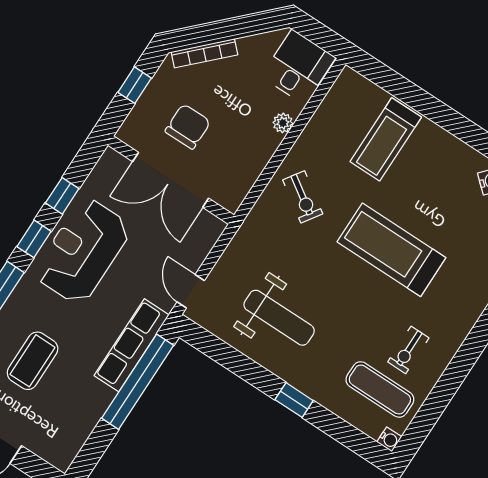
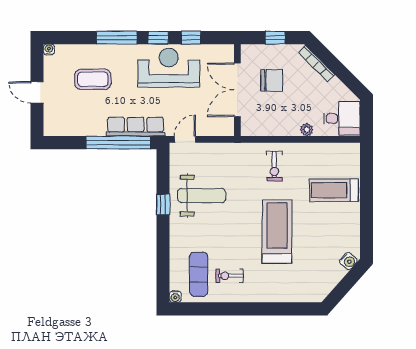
exercise bike: (303, 197) -> (274, 166), turned -34
weight bench: (279, 318) -> (202, 196), turned -90
window: (294, 400) -> (163, 204), moved

